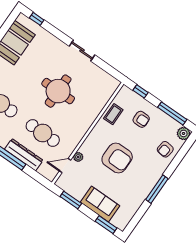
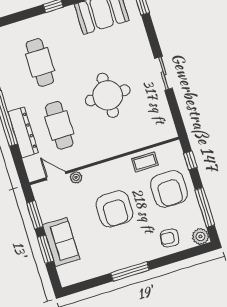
armchair: (141, 119) -> (169, 189), width x1.88, depth x1.88
window: (106, 225) -> (45, 249), moved

